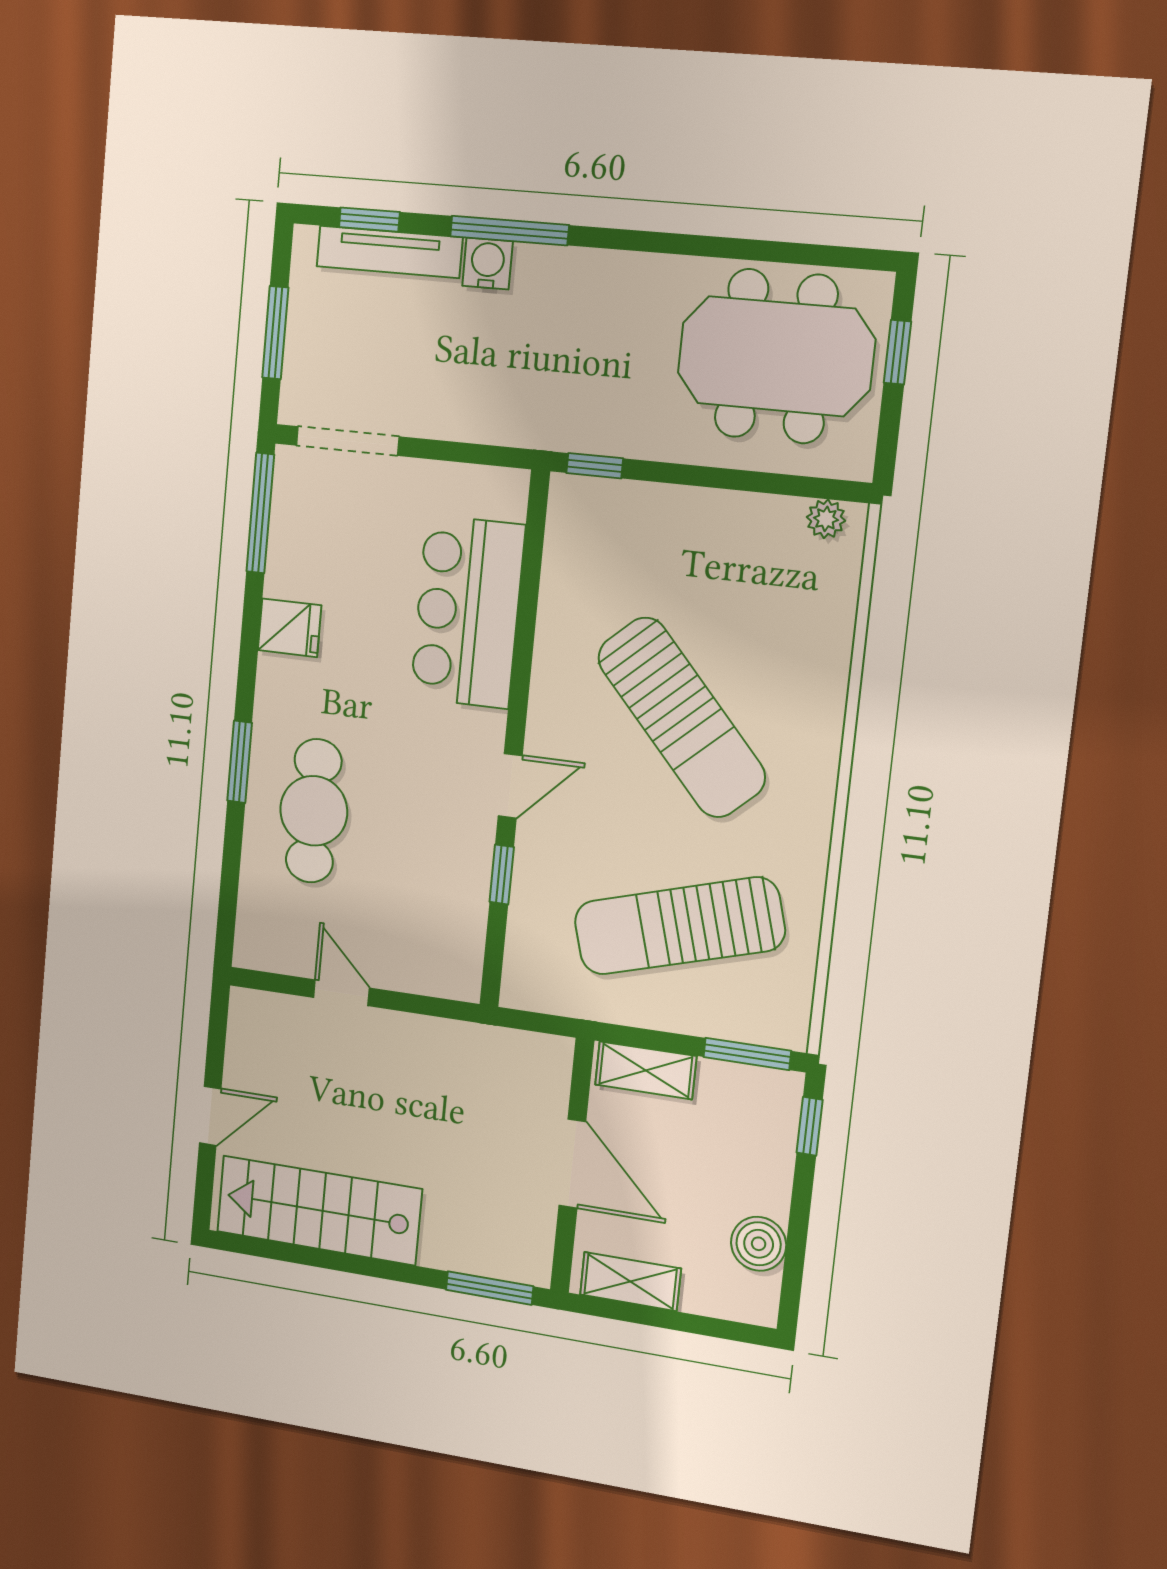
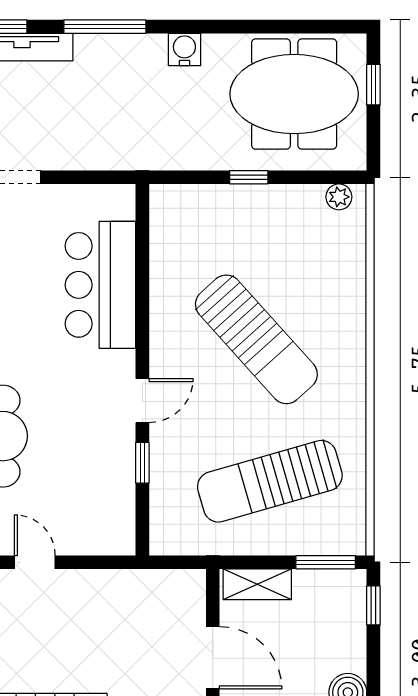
water cooler: (487, 264) -> (184, 49), moved
window: (595, 466) -> (249, 177), moved

